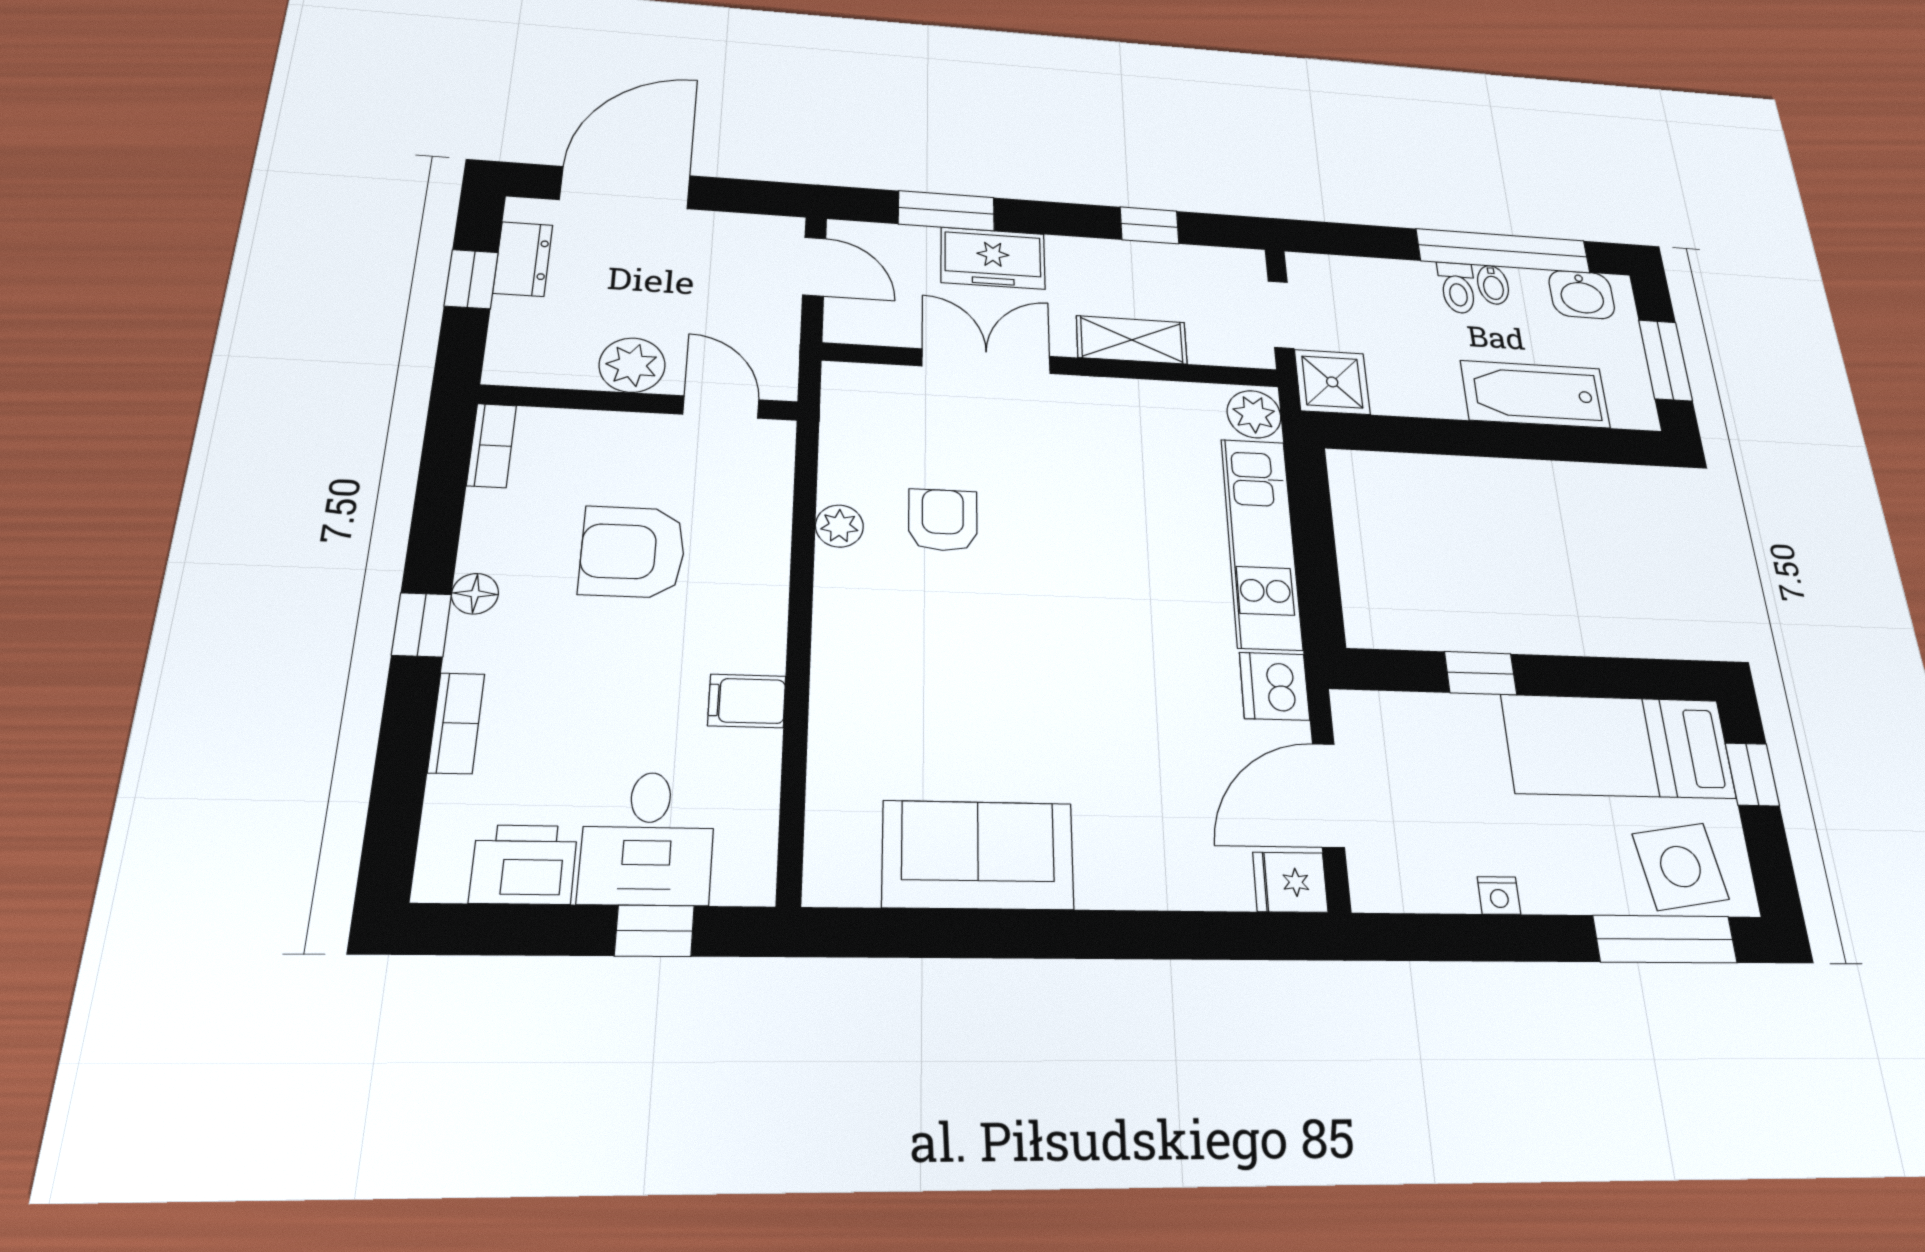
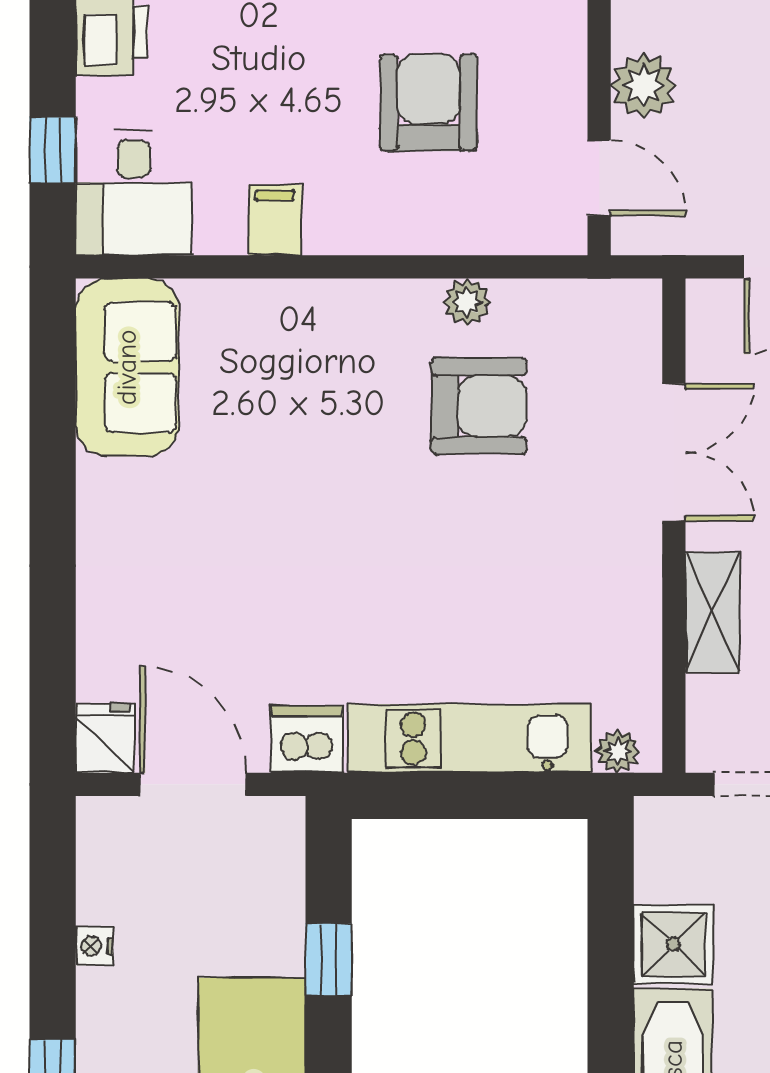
shower: (1332, 382) -> (673, 944), moved
door: (721, 407) -> (599, 178), hinge flipped
plant: (1254, 414) -> (618, 751), width x0.73, depth x0.73
armchair: (943, 520) -> (479, 406), width x1.38, depth x1.38
desk: (648, 838) -> (134, 193), moved, turned -90
sofa: (978, 855) -> (127, 367), moved

